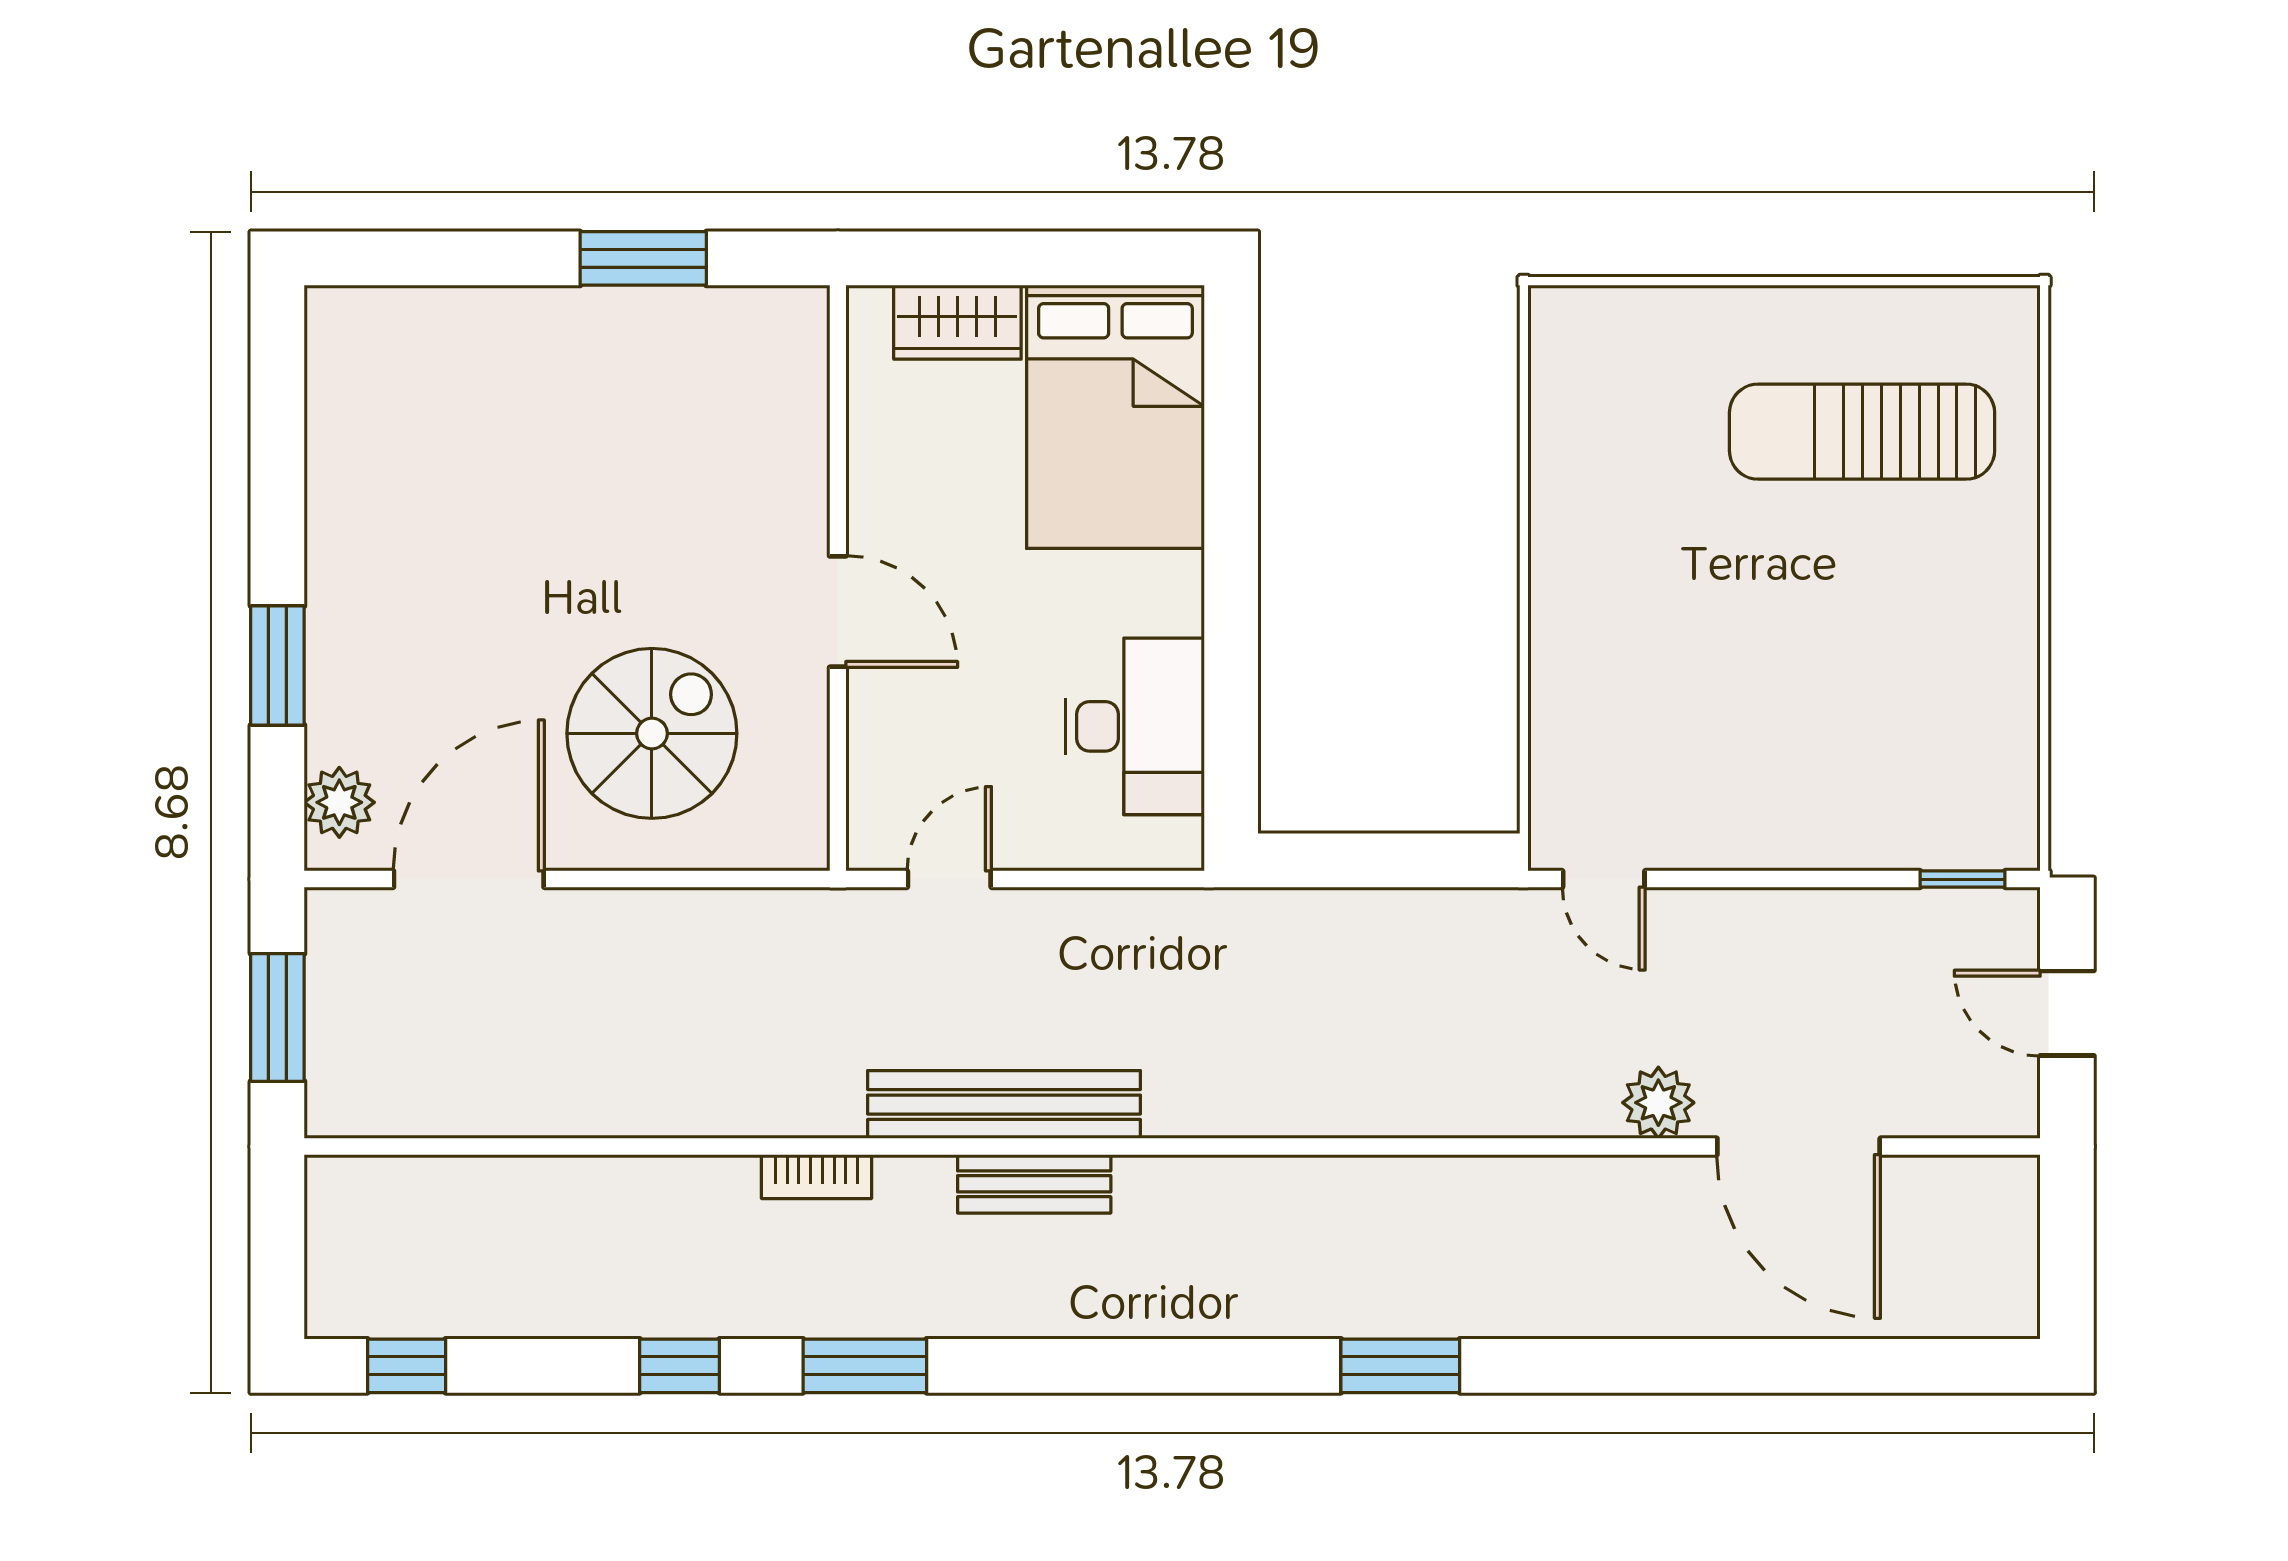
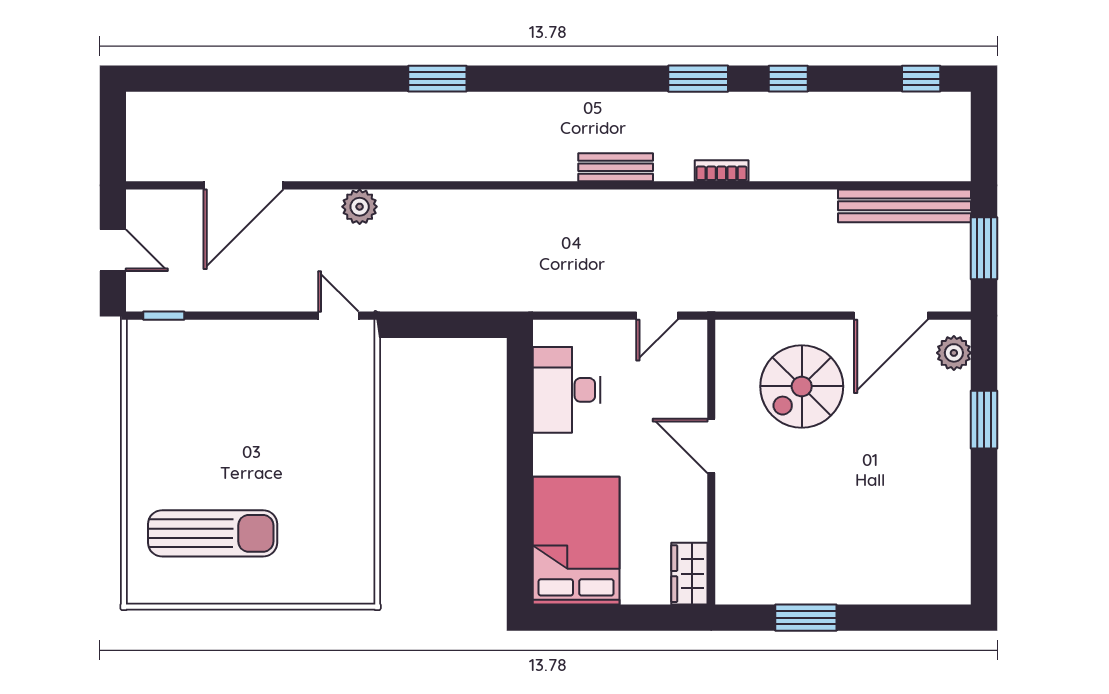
wardrobe: (957, 322) -> (689, 574), moved, turned -90
plant: (1658, 1103) -> (360, 207), moved
bench: (1004, 1105) -> (905, 206), moved
door: (1799, 1147) -> (244, 185), swing flipped

